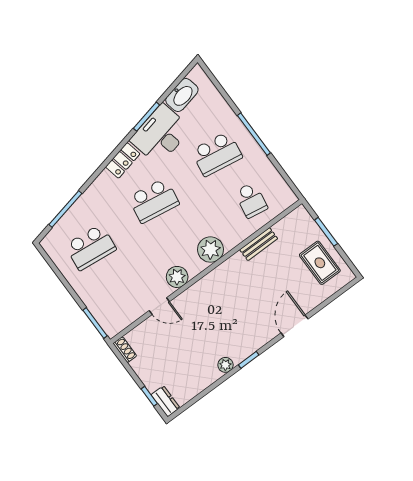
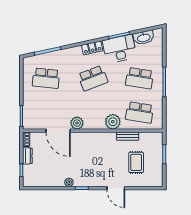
school desk: (251, 200) -> (140, 112), width x1.85
school desk: (154, 201) -> (93, 78), turned -30
plant: (210, 250) -> (113, 122), moved
rug: (320, 263) -> (136, 162), moved
door: (159, 306) -> (58, 131), width x1.88
door: (295, 326) -> (116, 188), swing flipped
dresser: (165, 401) -> (27, 156), moved

